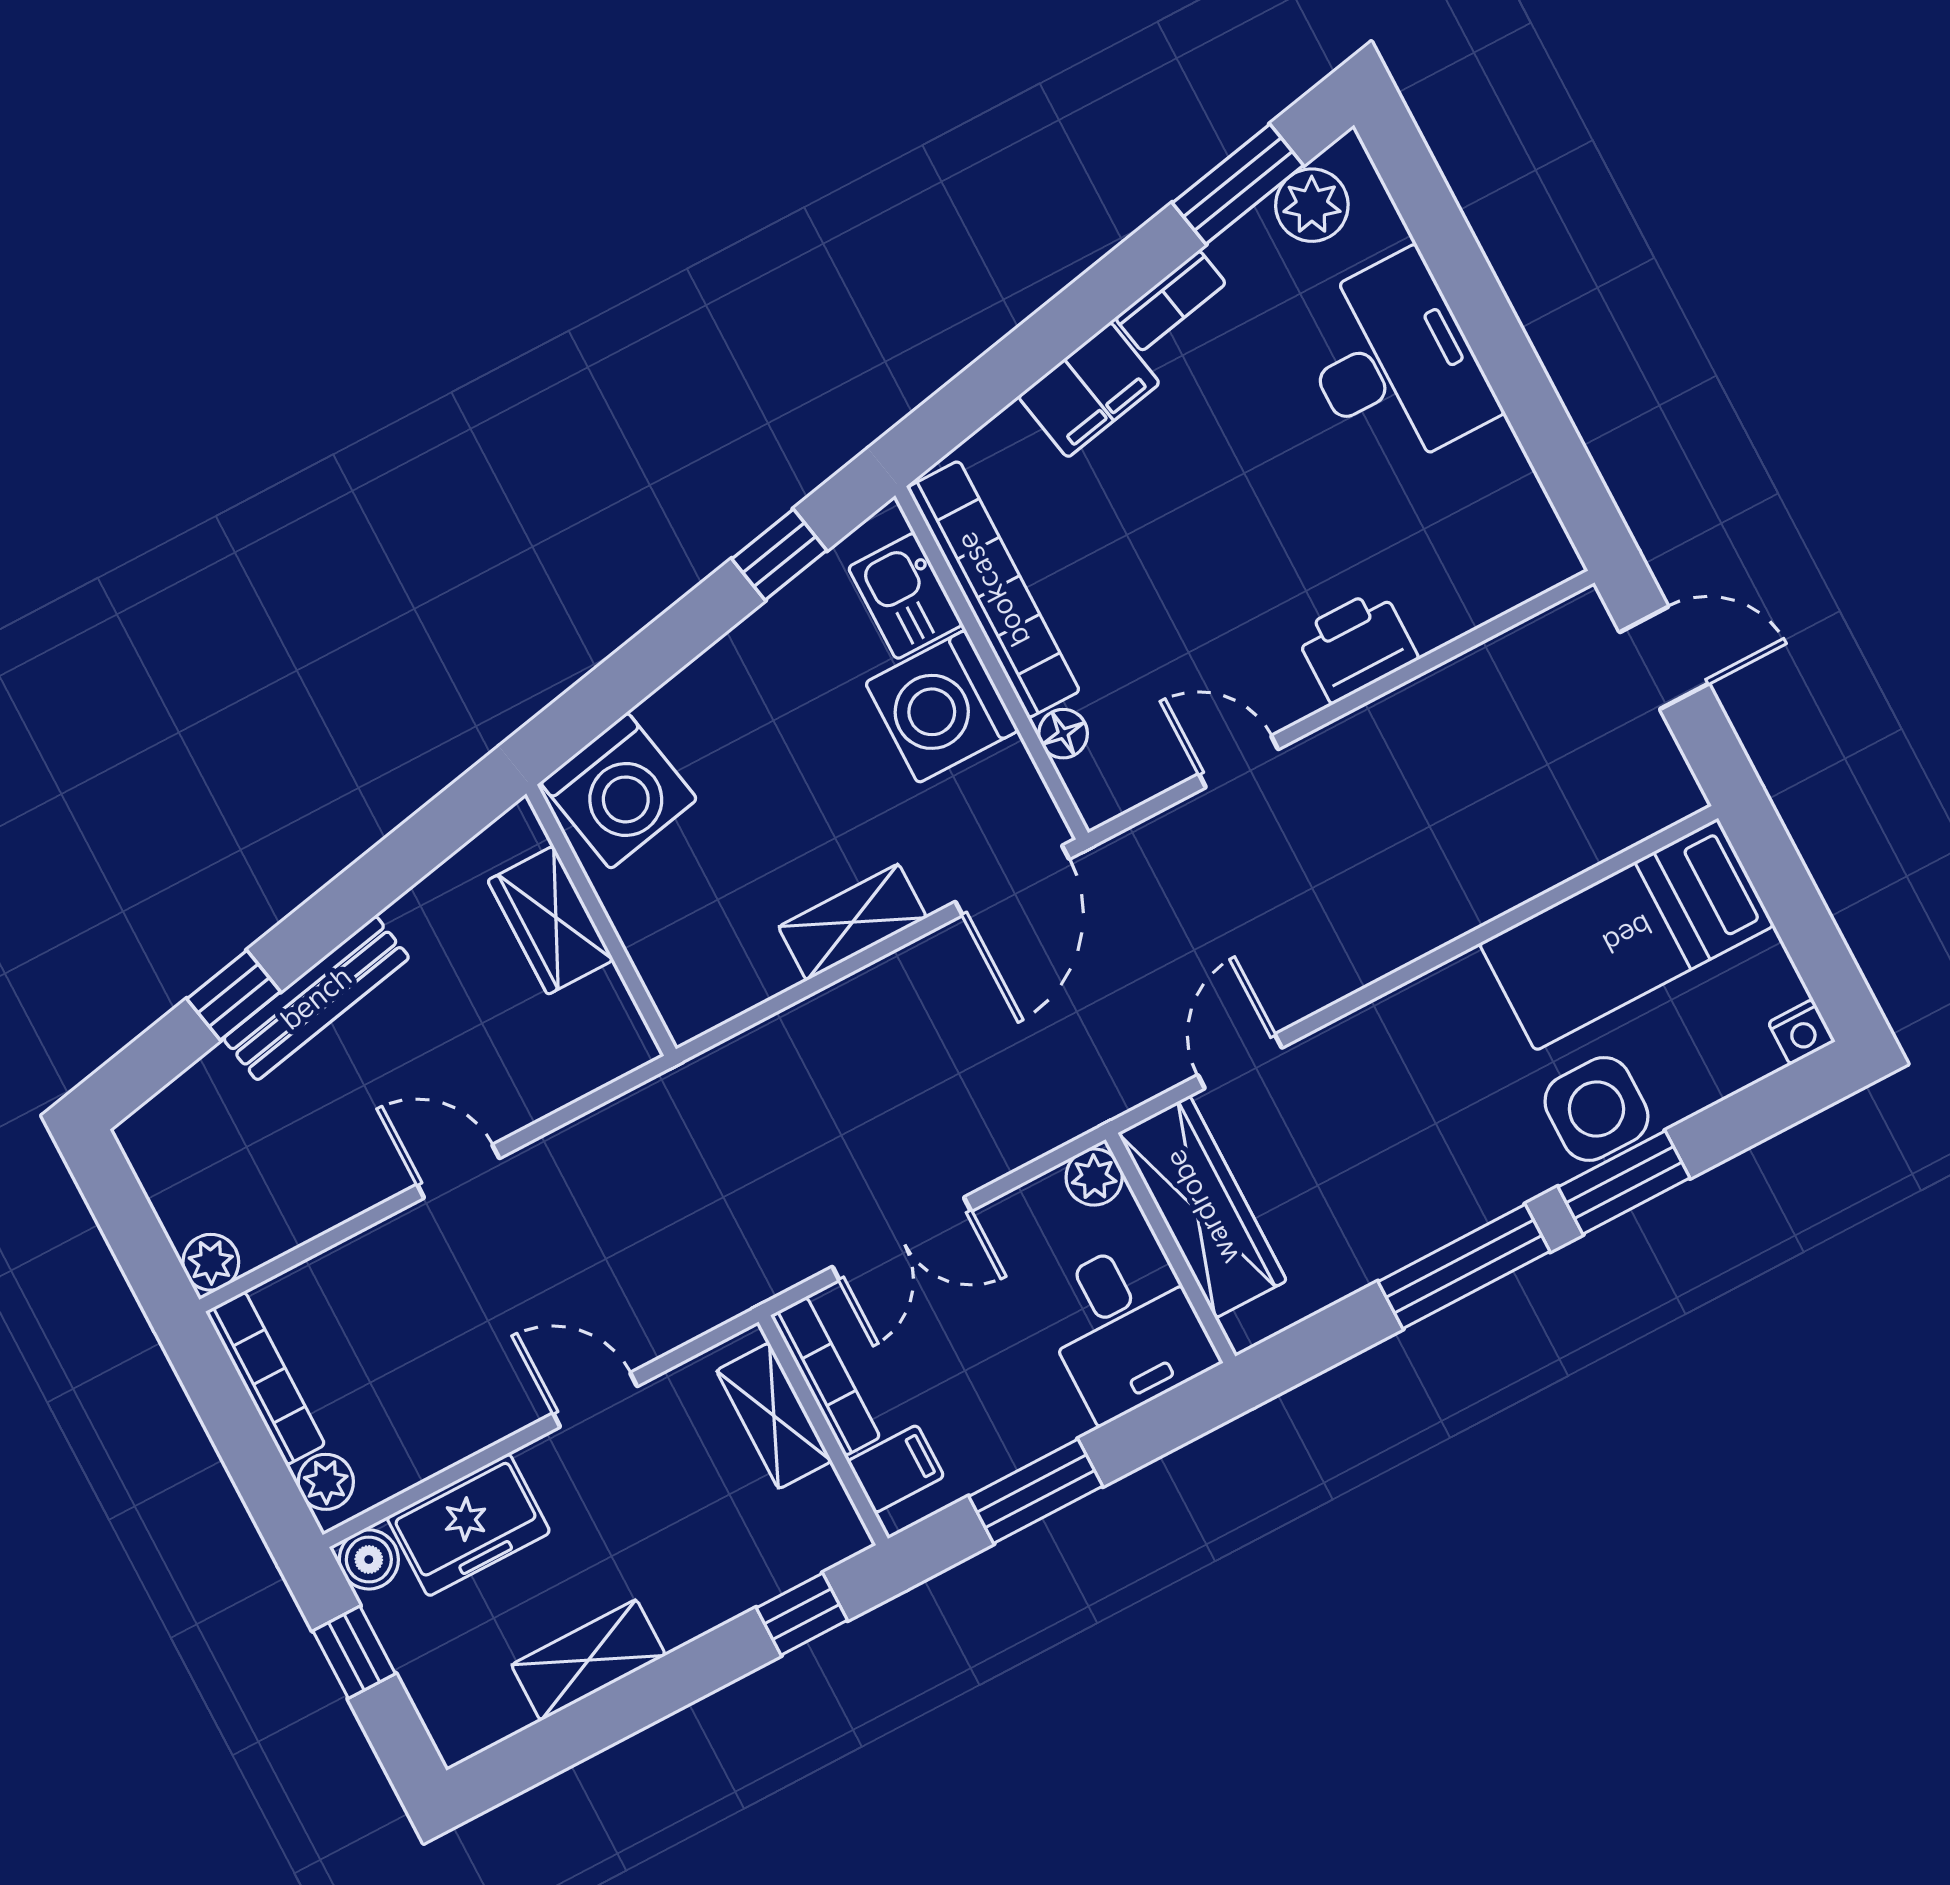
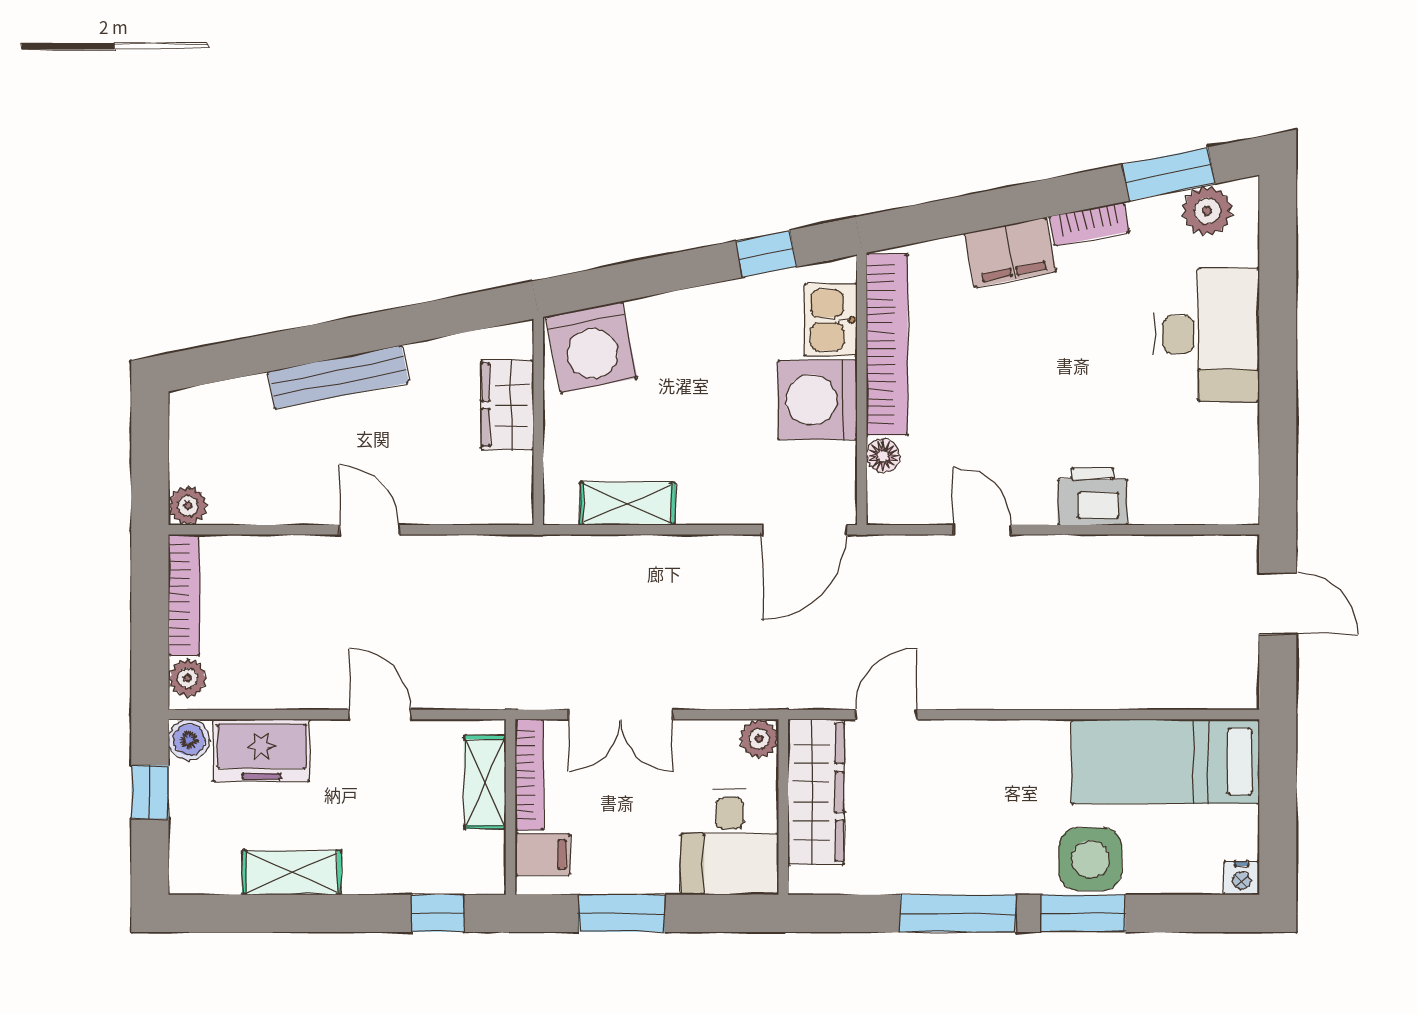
shelving: (852, 922) -> (627, 504), moved
window: (234, 995) -> (288, 349), removed

